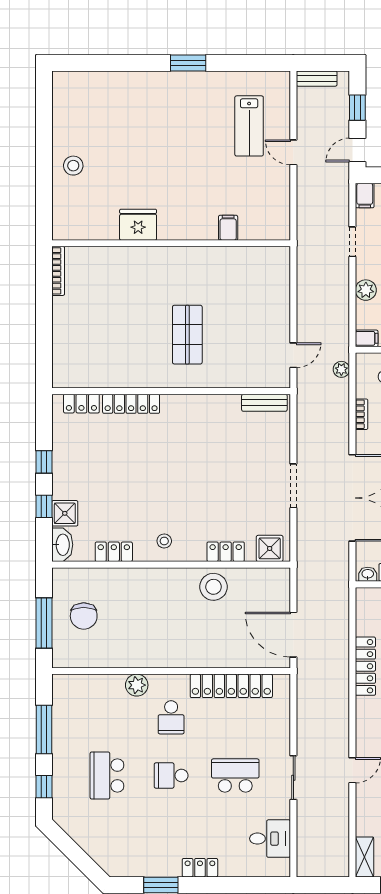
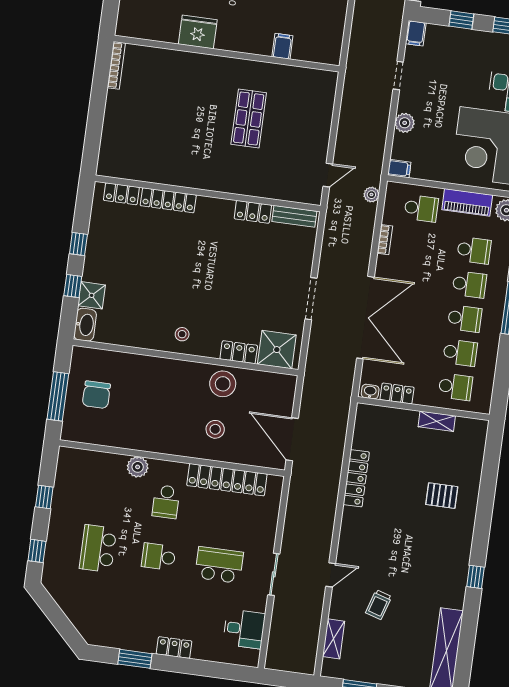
shop shelf: (187, 335) -> (249, 118), moved
shower: (270, 548) -> (277, 350), width x1.36, depth x1.36
locker: (114, 552) -> (253, 212), moved, turned 180
stool: (212, 635) -> (215, 429), added
window: (44, 729) -> (44, 497), width x0.46
shelving: (364, 857) -> (334, 639), moved

